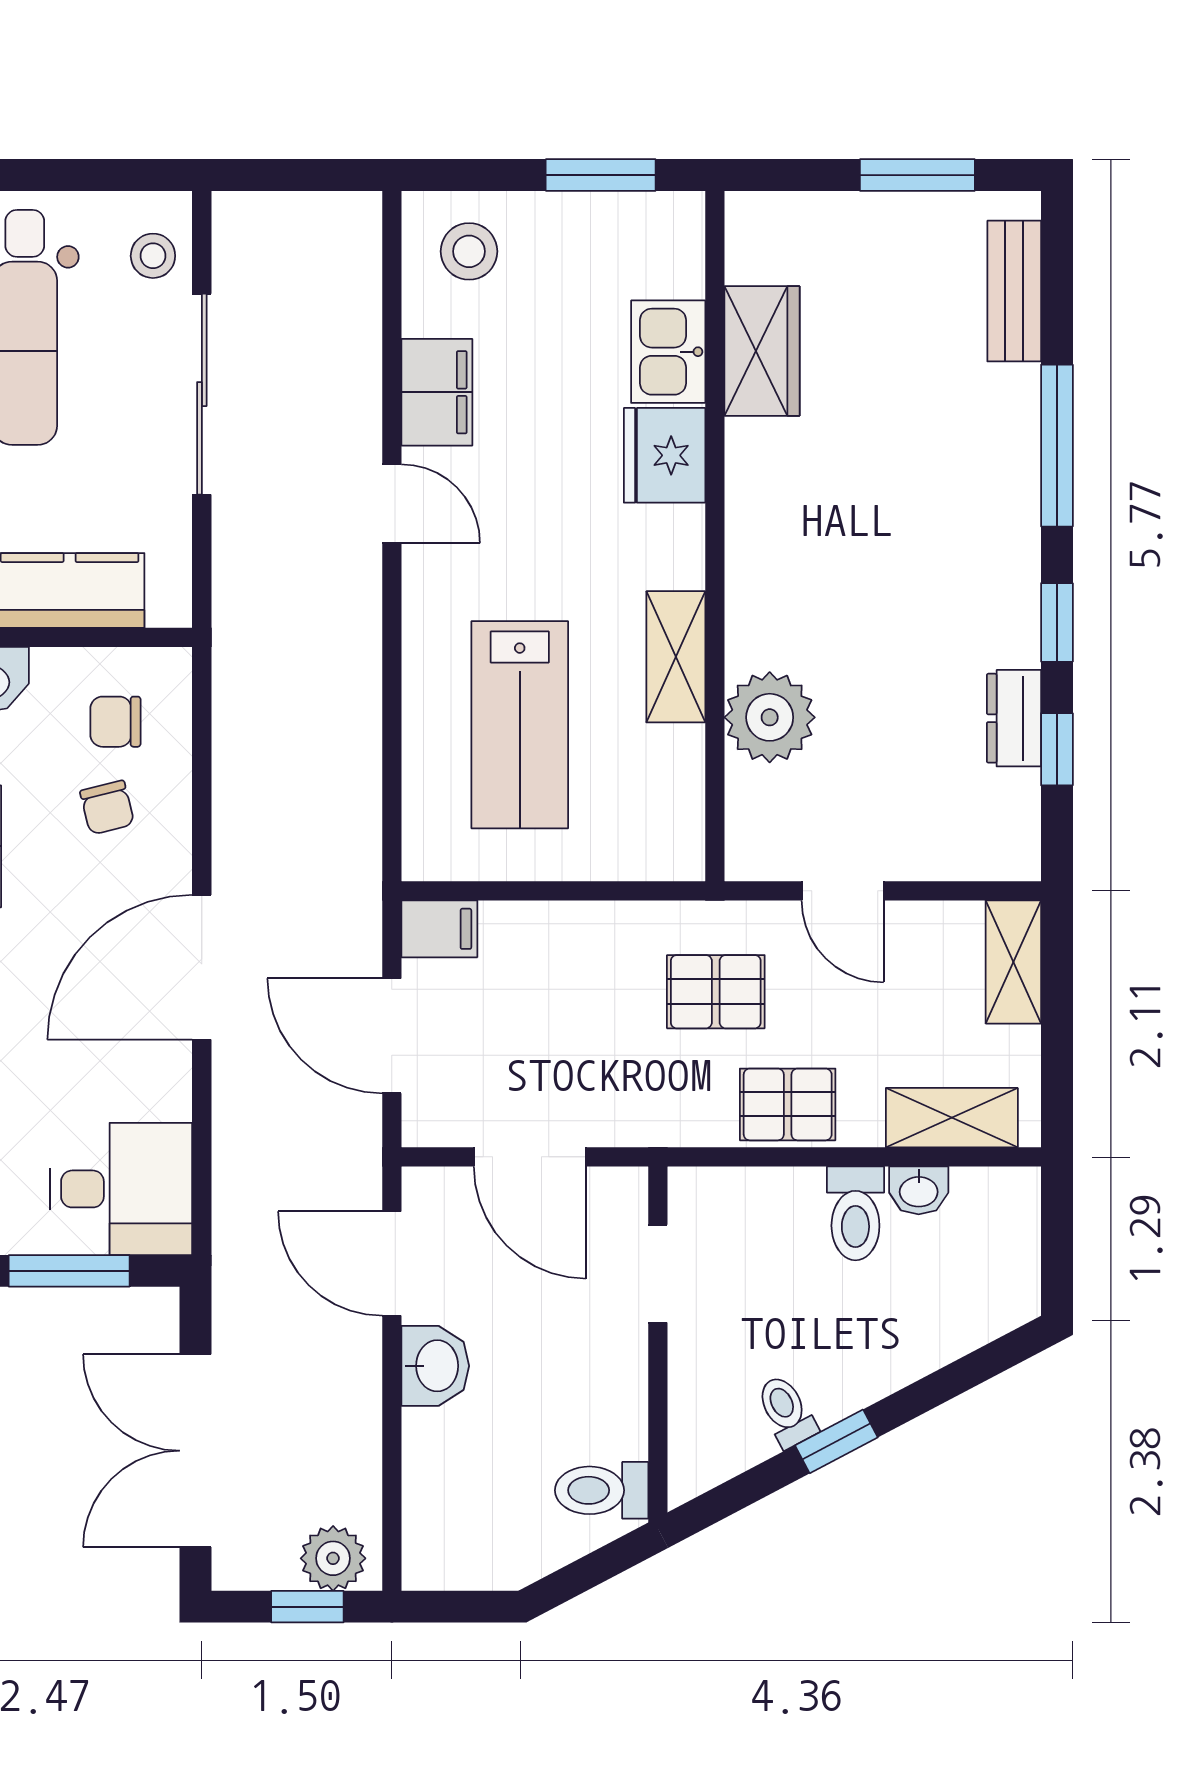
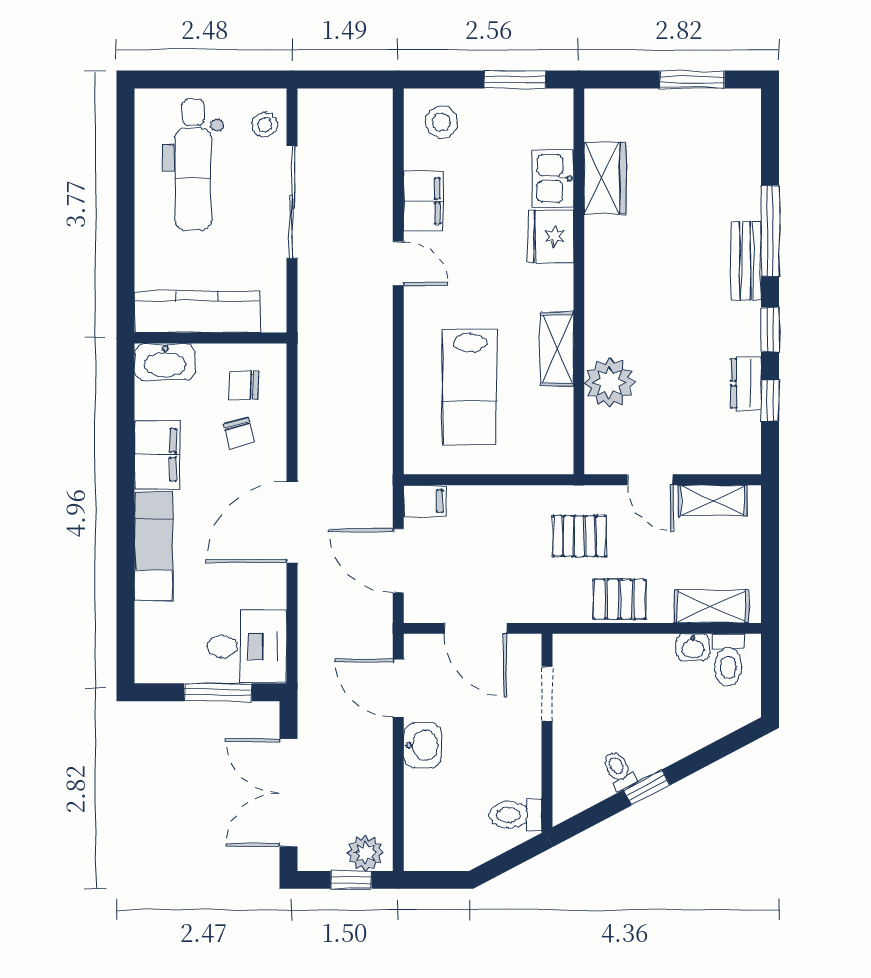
bench: (1014, 291) -> (746, 261), moved
shelving: (1013, 962) -> (713, 501), moved, turned 90
toilet: (855, 1213) -> (728, 660), moved

